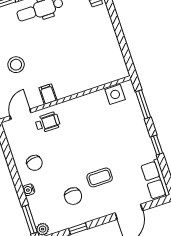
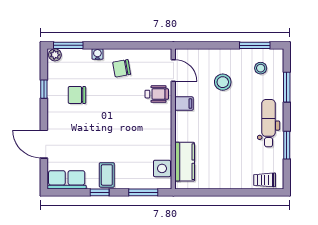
kitchen counter: (102, 75) -> (185, 162), added
wheelchair: (48, 122) -> (157, 94), turned -90
coffee table: (100, 177) -> (107, 175), moved

